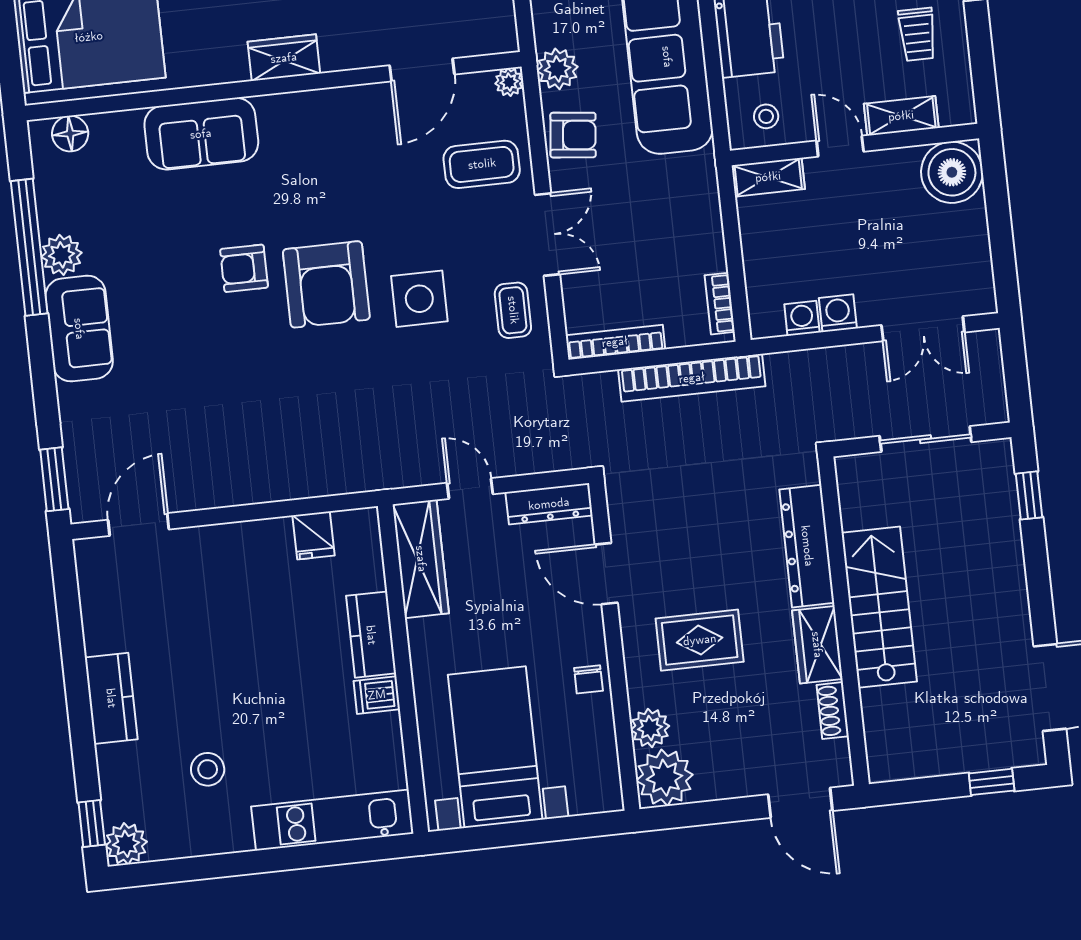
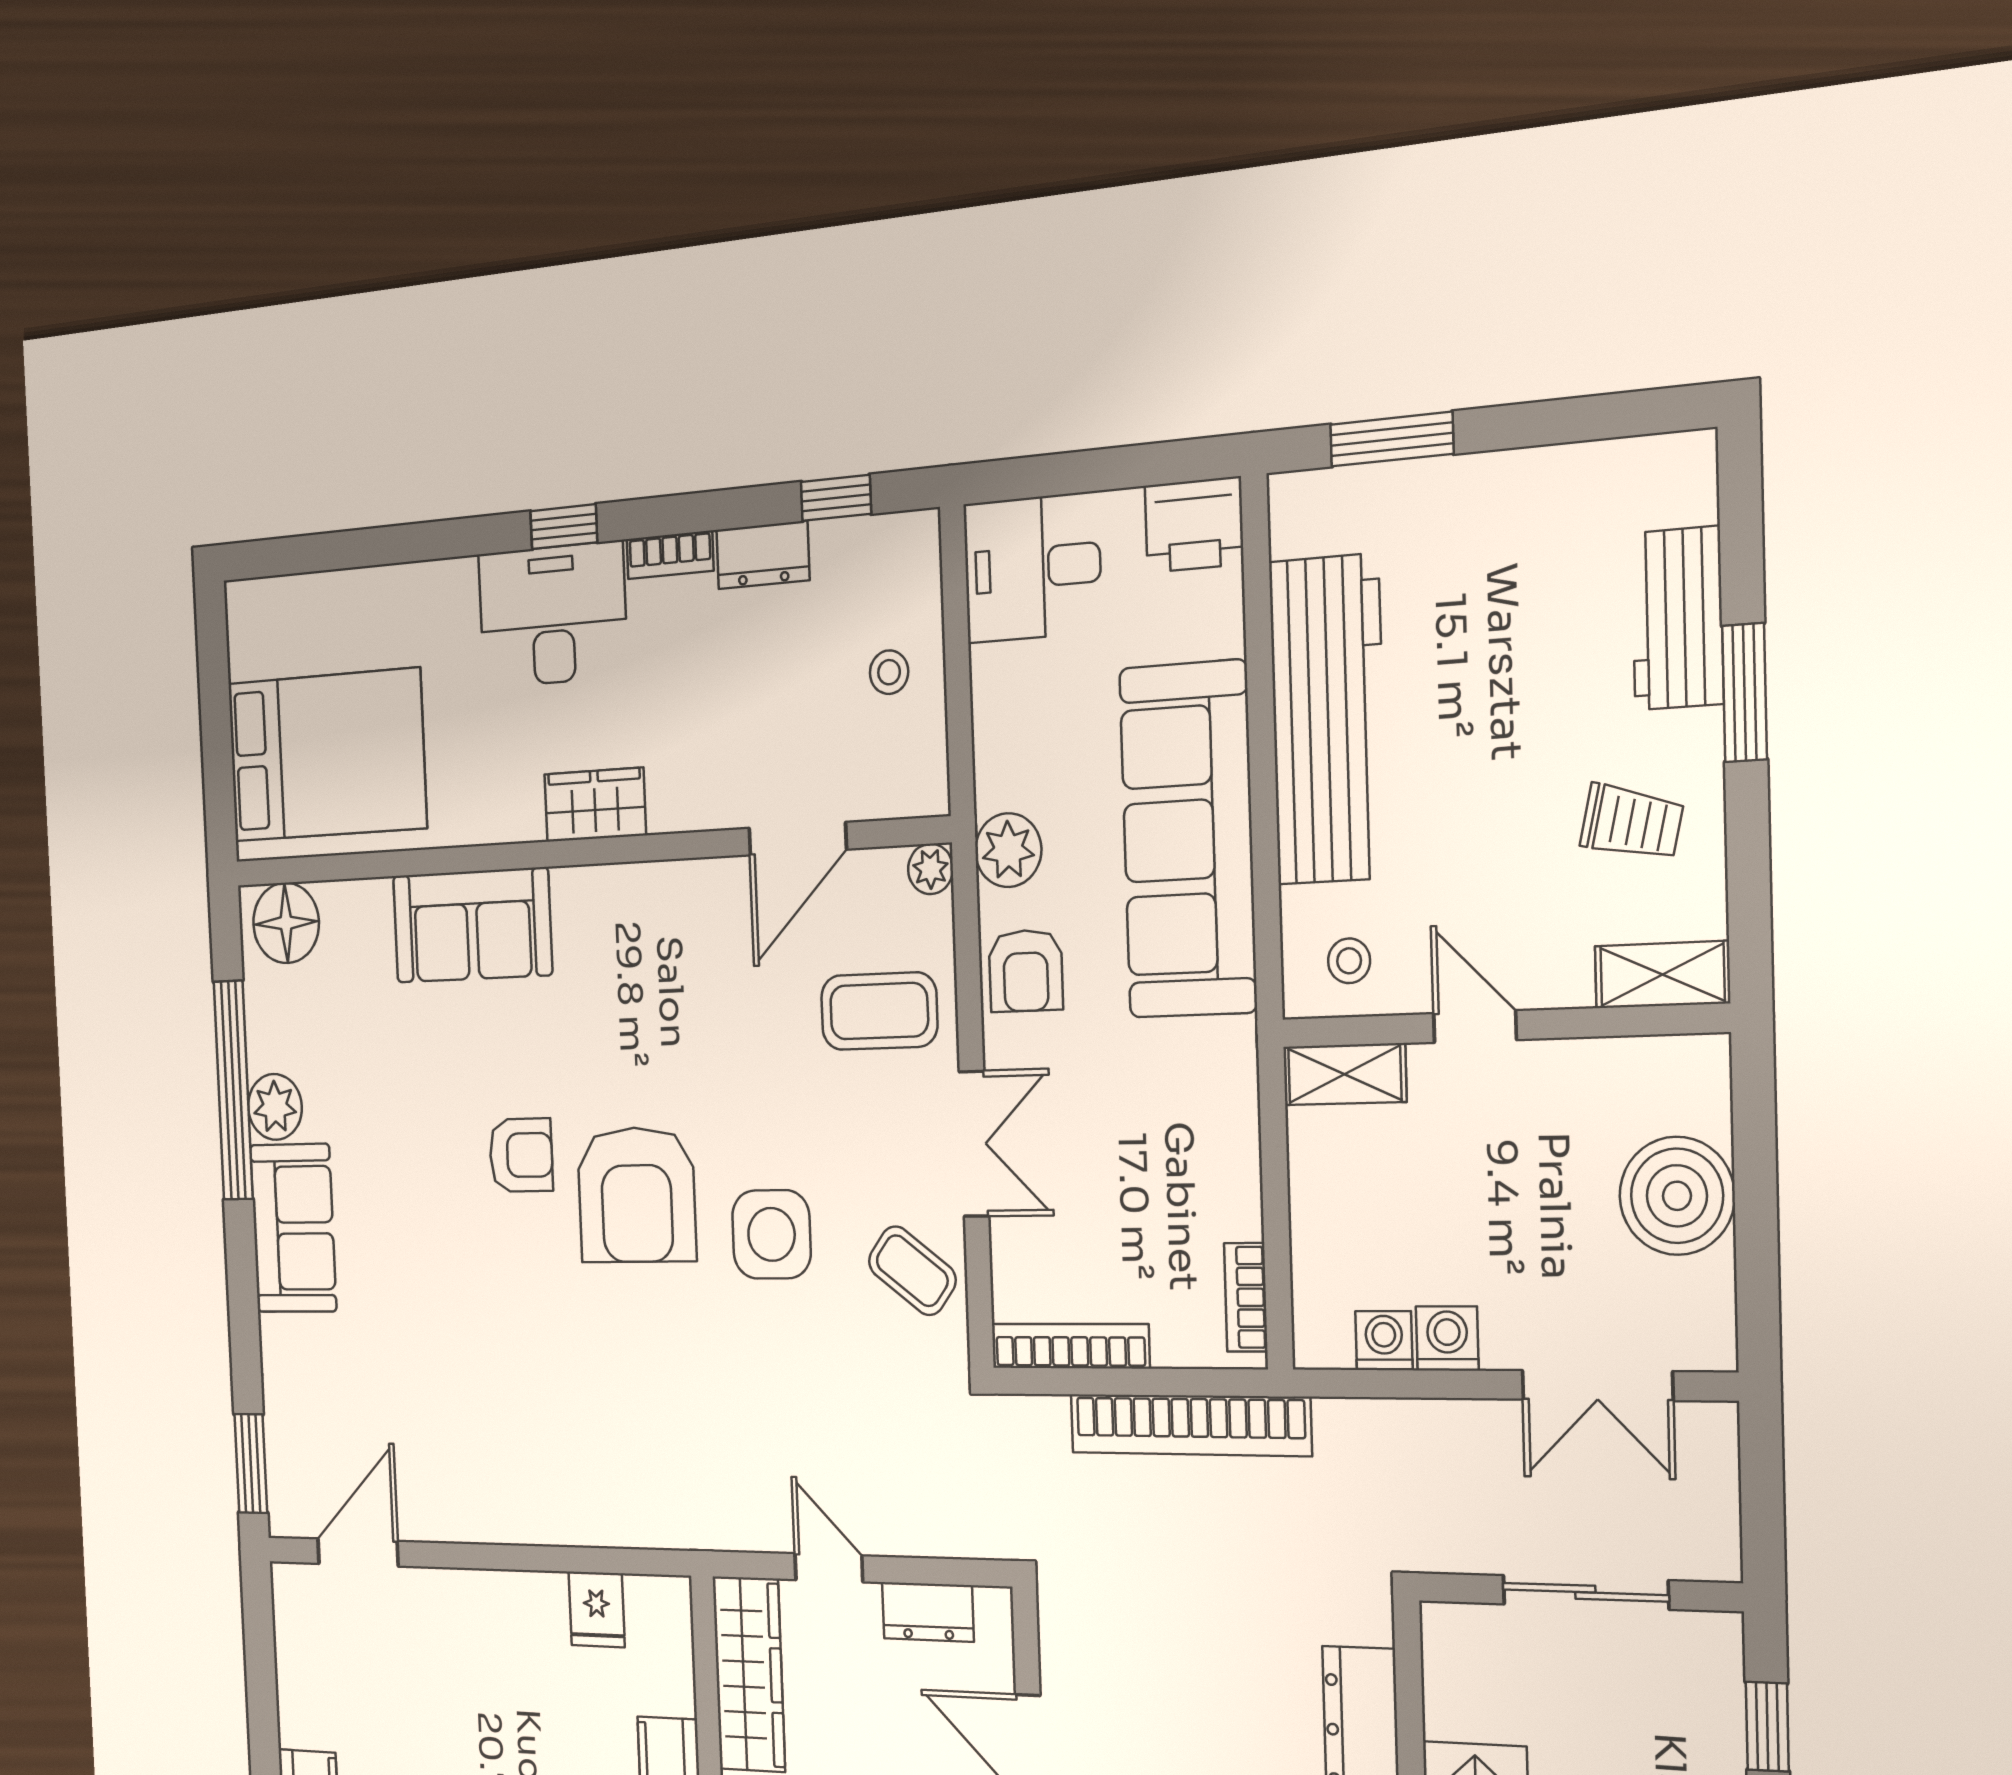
trolley: (917, 34) -> (1632, 822), turned -77
shelving: (901, 116) -> (1662, 975), moved
floor lamp: (70, 134) -> (286, 923), width x1.38, depth x1.38
armchair: (573, 135) -> (1026, 971), turned 84
boiler: (952, 172) -> (1677, 1196), moved
armchair: (244, 268) -> (521, 1155), turned 180
coffee table: (513, 310) -> (912, 1271), turned -53
dresser: (549, 504) -> (928, 1612), width x0.70

